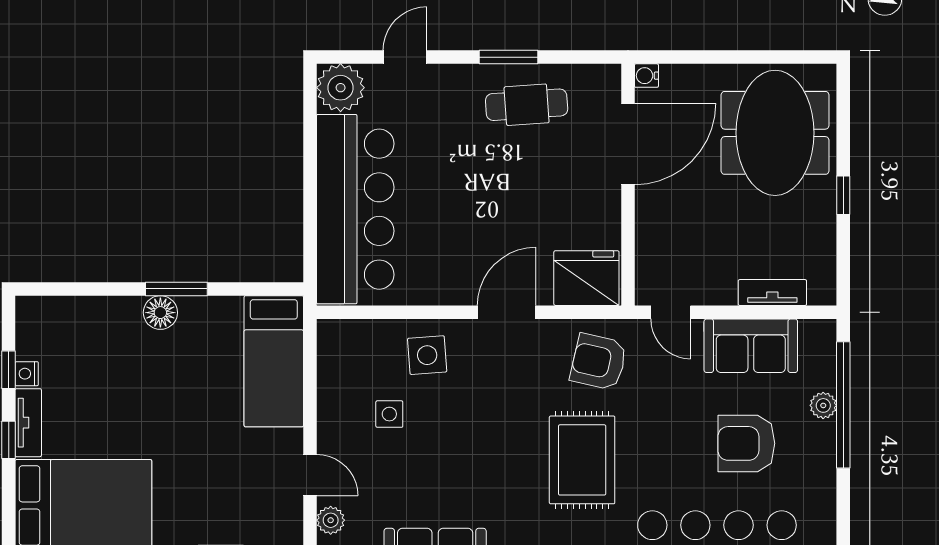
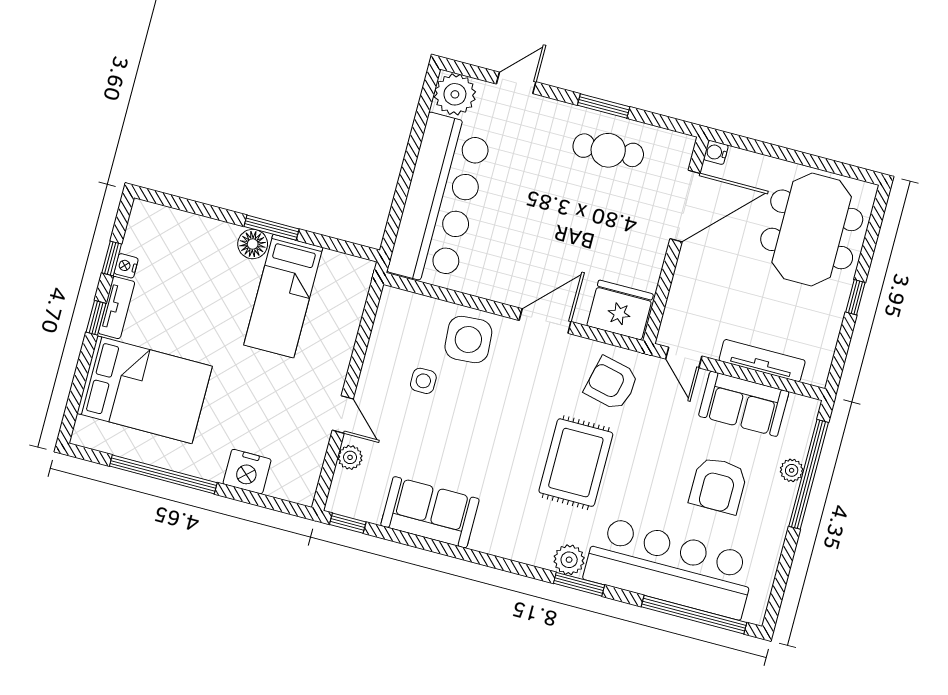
tv unit: (772, 293) -> (762, 361), width x1.41
side table: (427, 355) -> (468, 339), width x1.37, depth x1.37
bed: (274, 361) -> (283, 296), moved
armchair: (746, 443) -> (718, 485), turned -90

